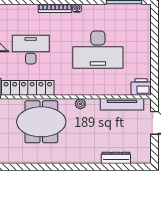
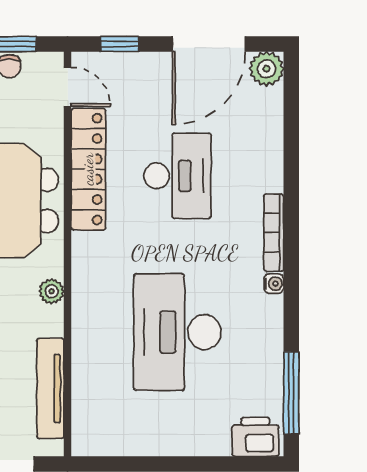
printer: (141, 87) -> (255, 437), moved, turned -90

